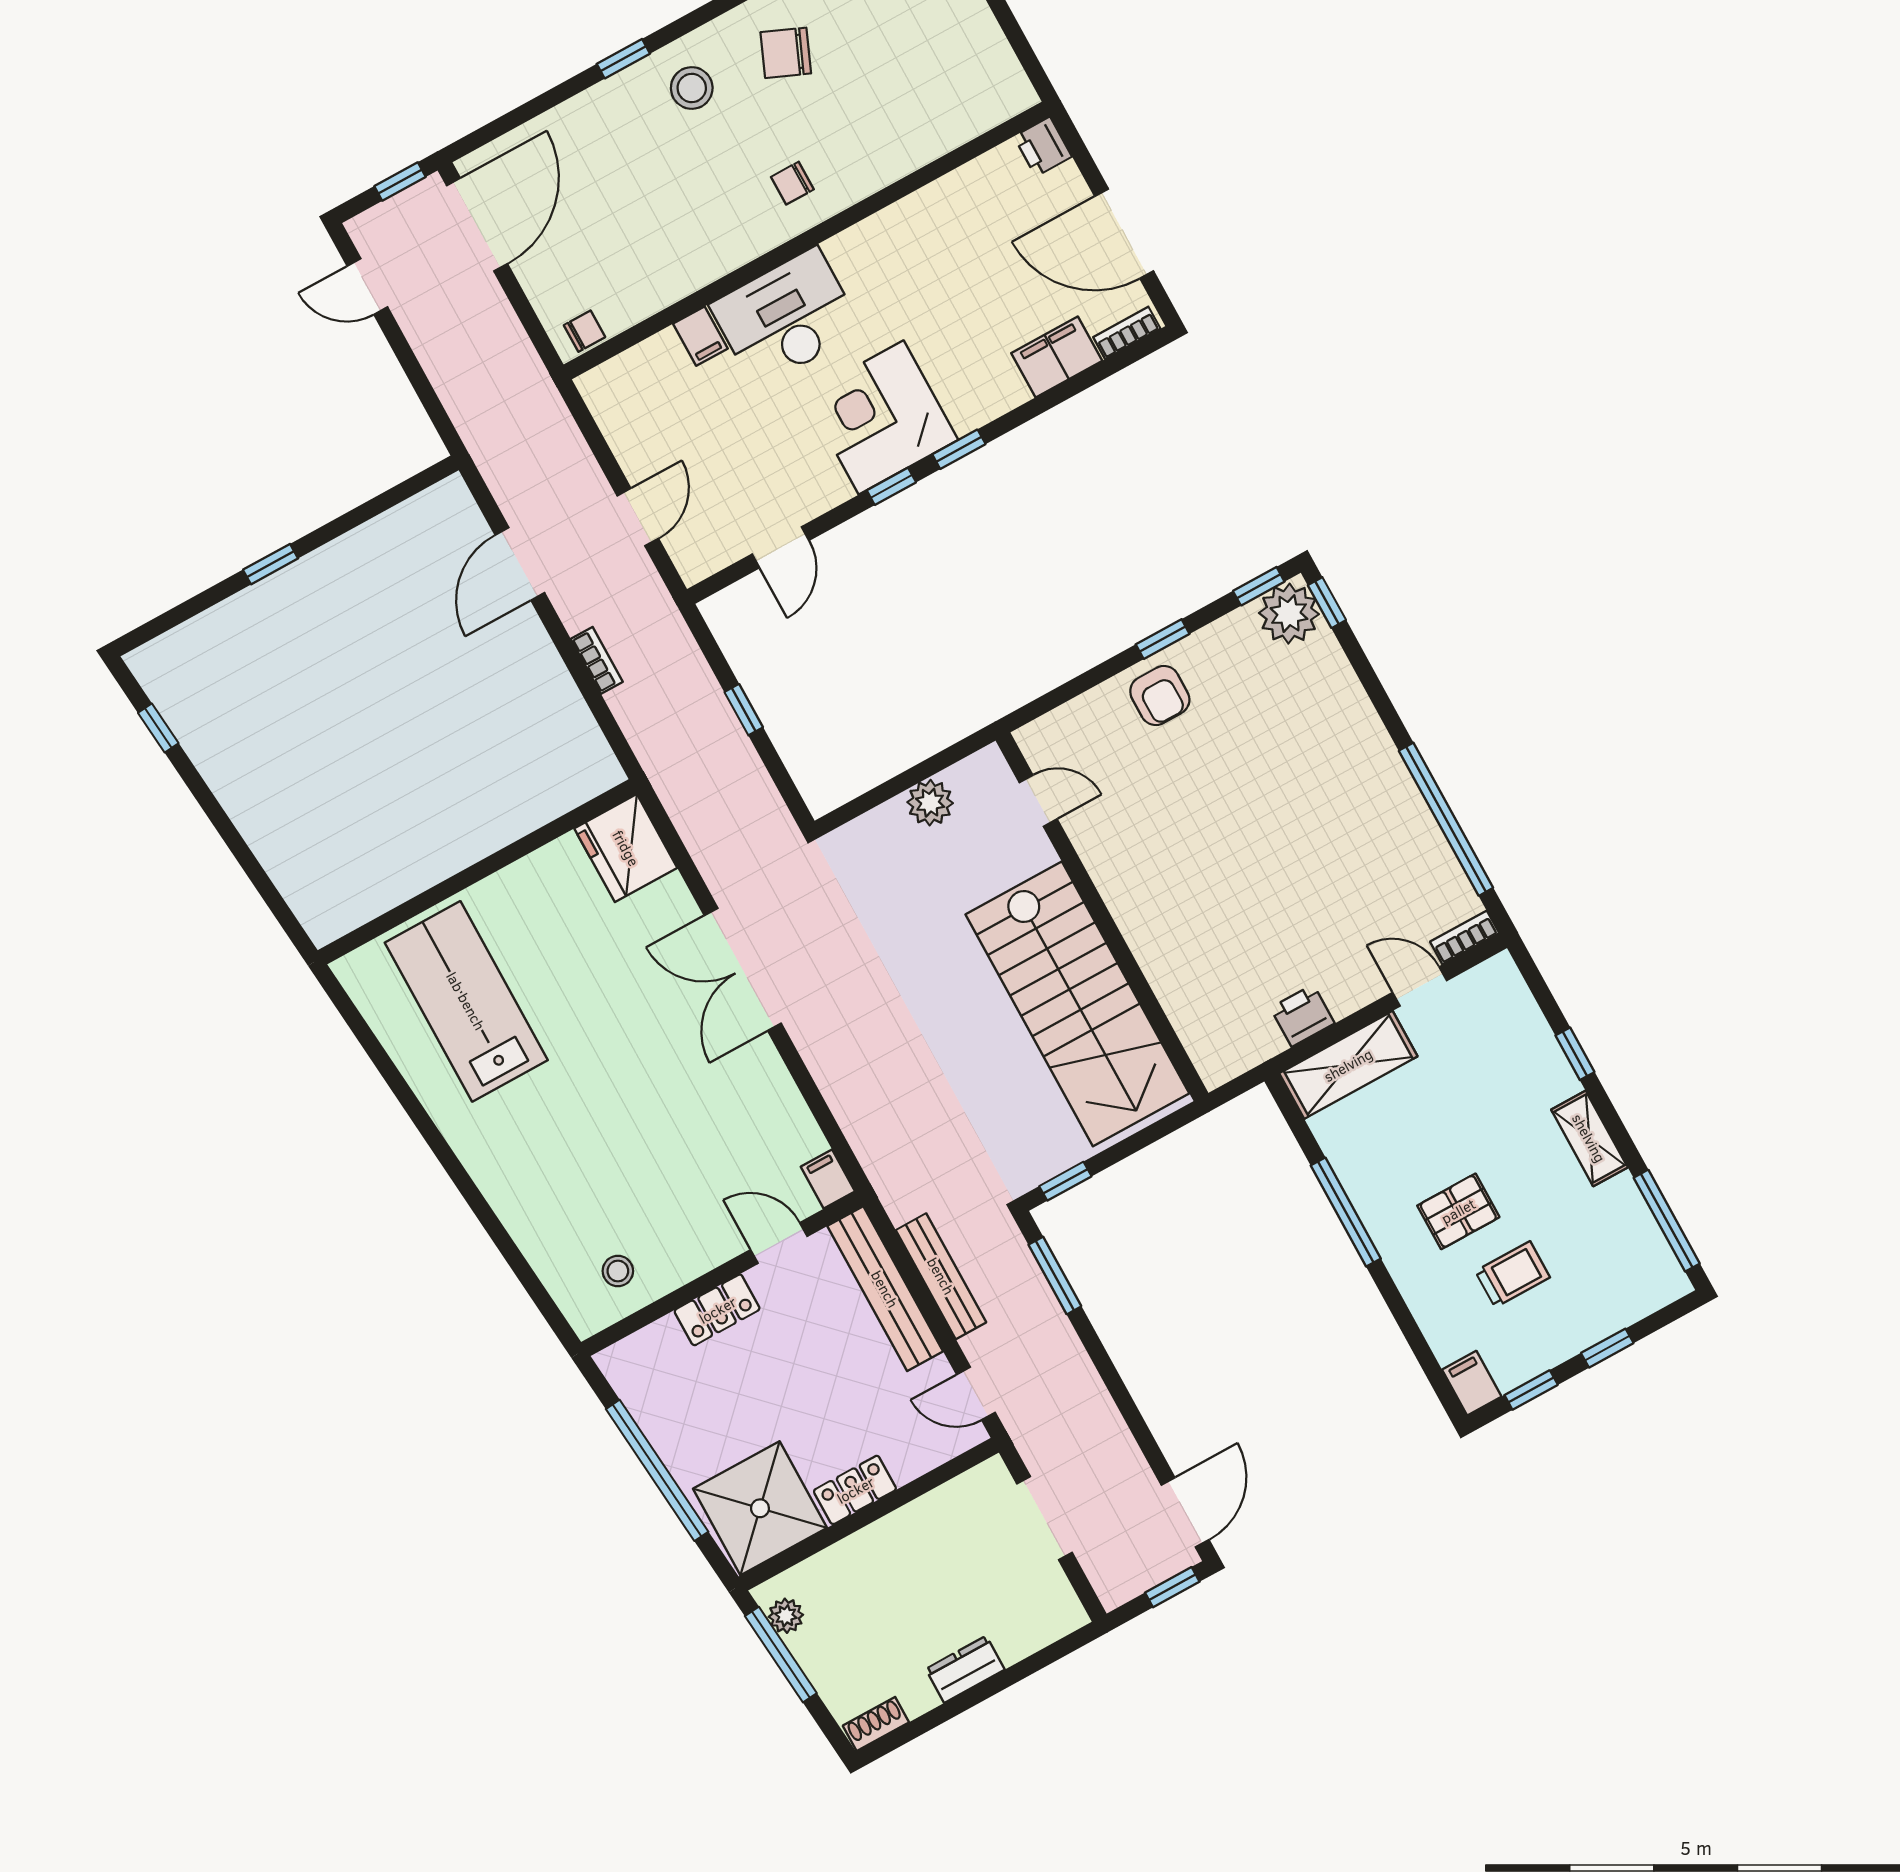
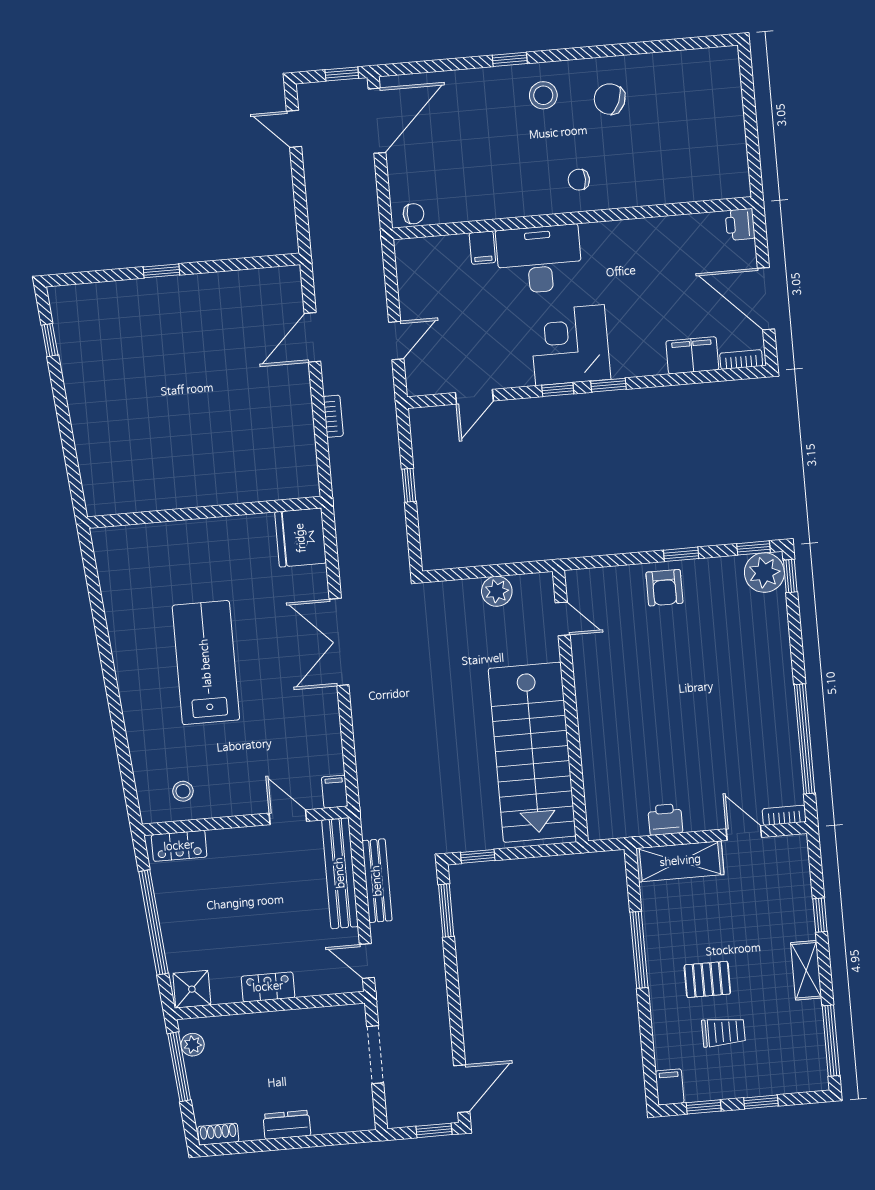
lab bench: (466, 1001) -> (206, 663), moved
locker: (717, 1310) -> (179, 846), moved
shower: (760, 1508) -> (192, 989), width x0.54, depth x0.54

